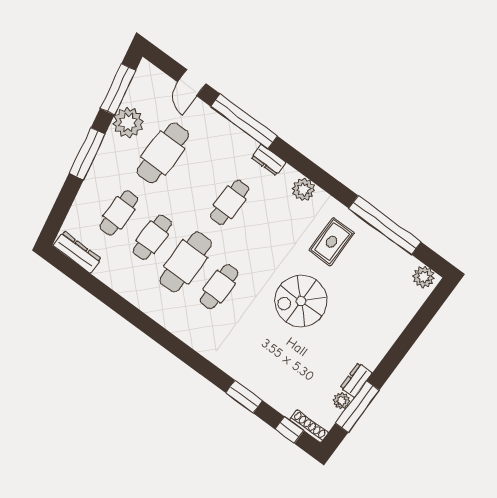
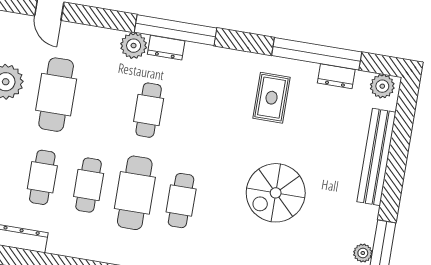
window: (244, 121) -> (176, 30), moved
plant: (303, 189) -> (134, 46), moved
spiral stairs: (301, 301) -> (276, 193), moved
bench: (391, 330) -> (376, 157), added
dresser: (356, 380) -> (336, 76), moved, turned -90

